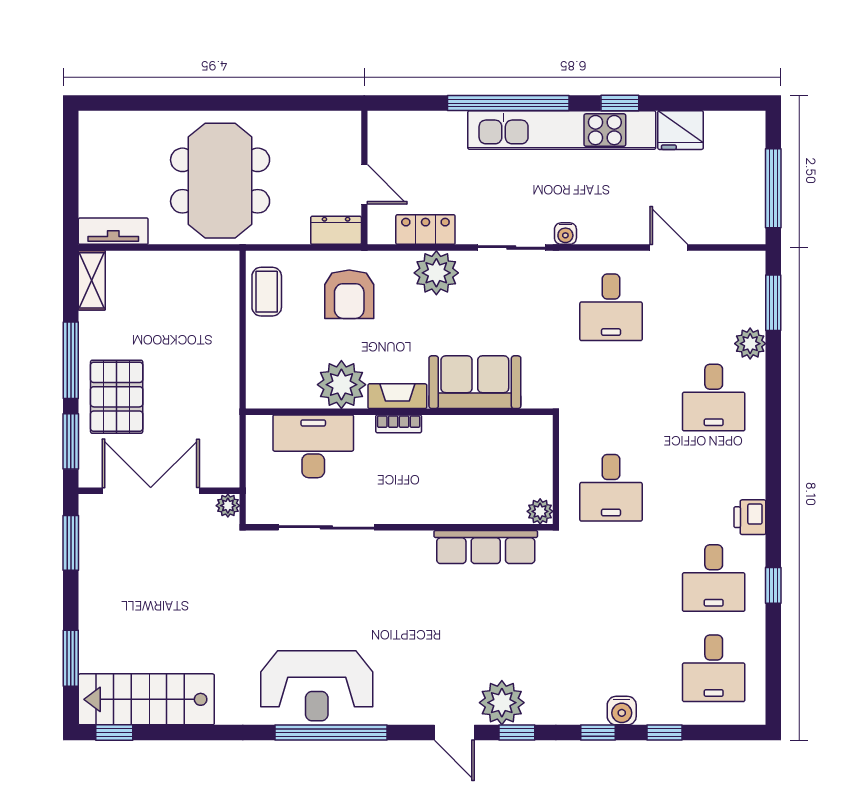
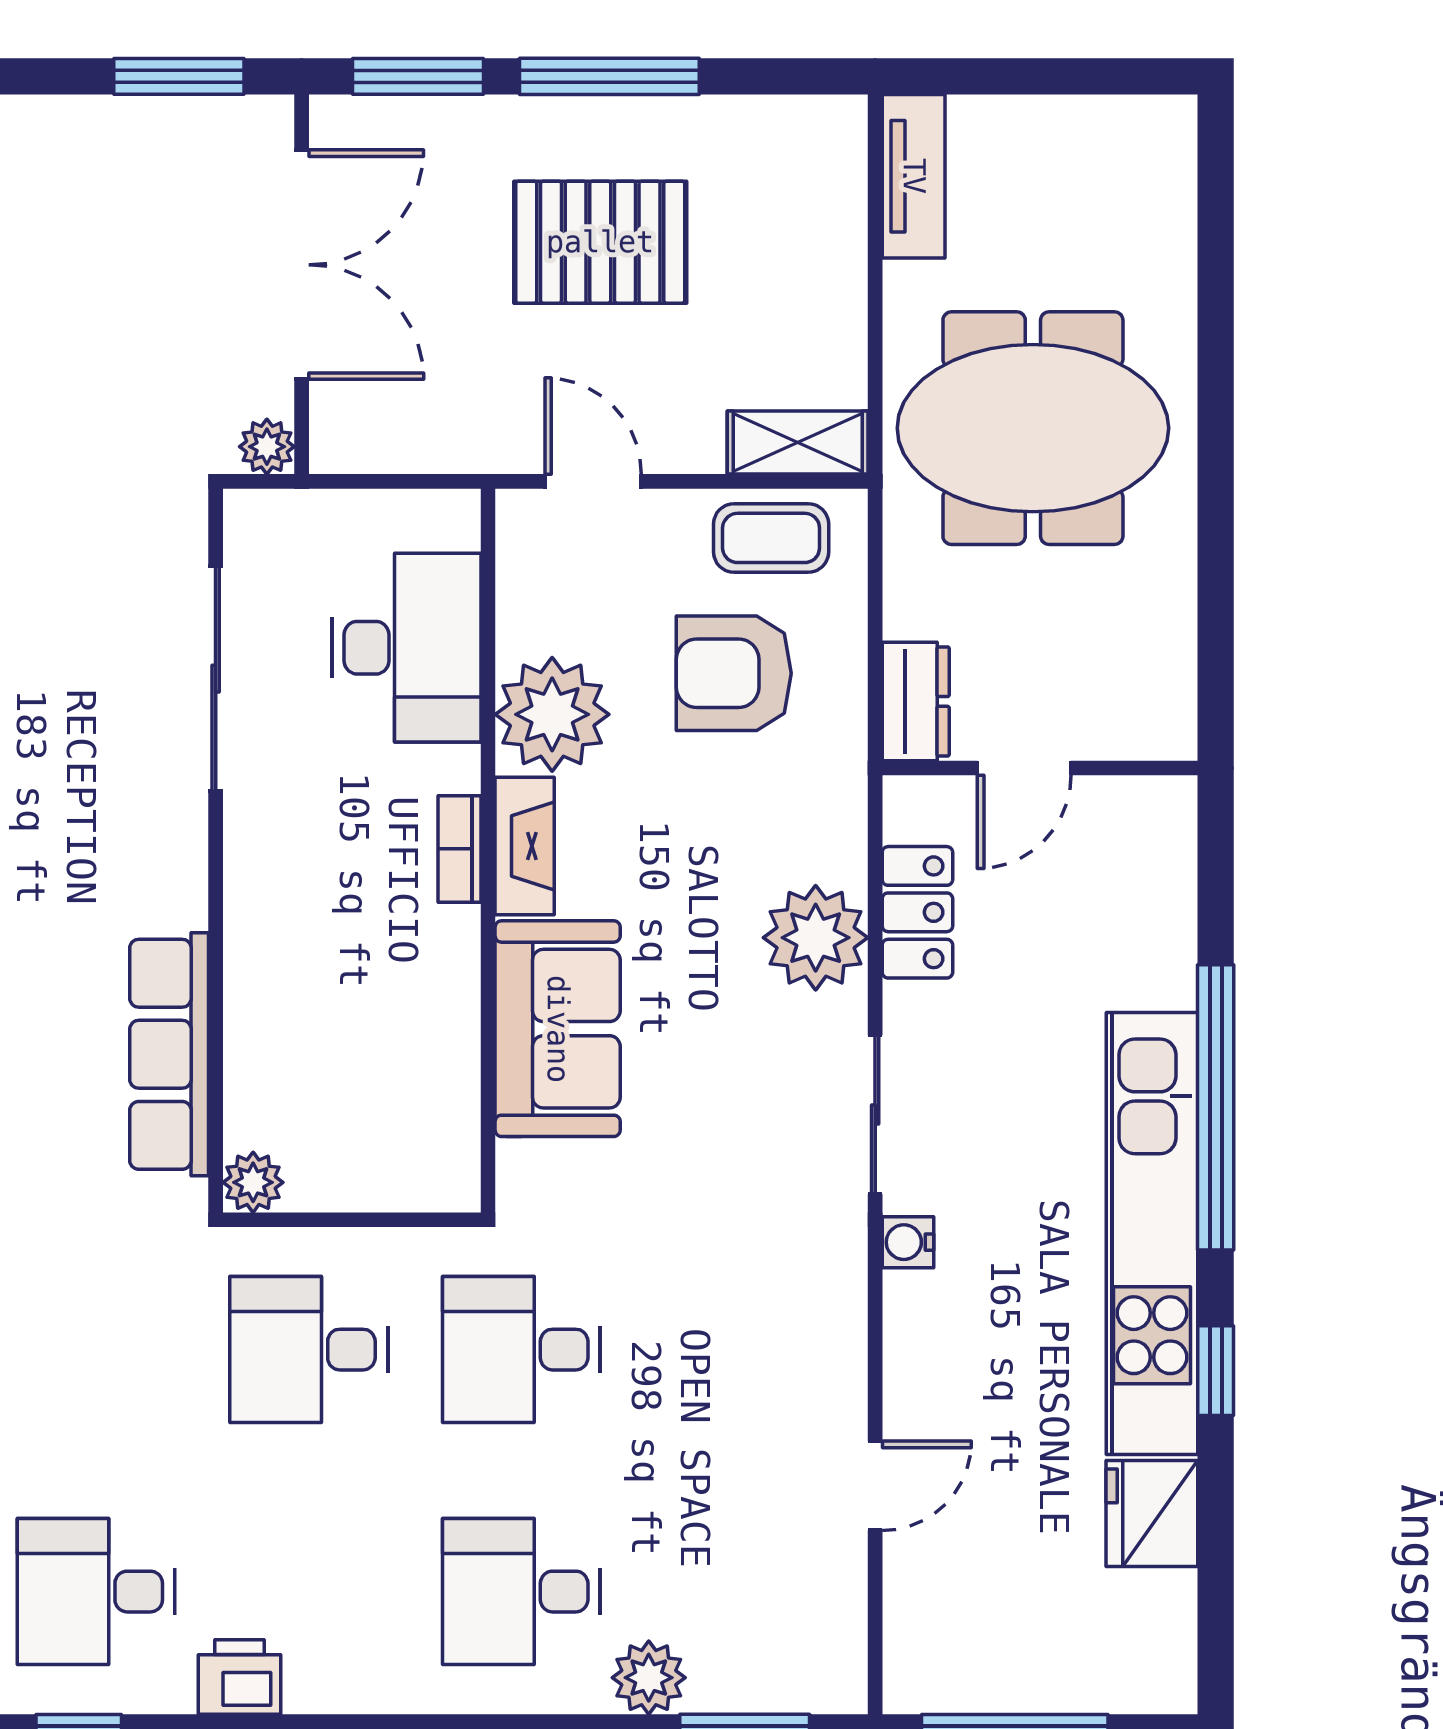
shelving: (92, 280) -> (798, 443), moved
armchair: (349, 294) -> (734, 673), moved
desk: (611, 307) -> (522, 1350), moved
door: (243, 367) -> (593, 481), added
pallet: (117, 397) -> (600, 242), moved

